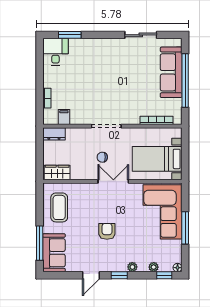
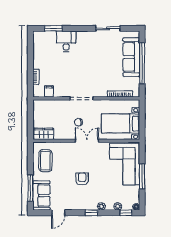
desk: (55, 52) -> (66, 41), moved
dresser: (54, 134) -> (41, 104), removed
door: (91, 275) -> (58, 213), moved

